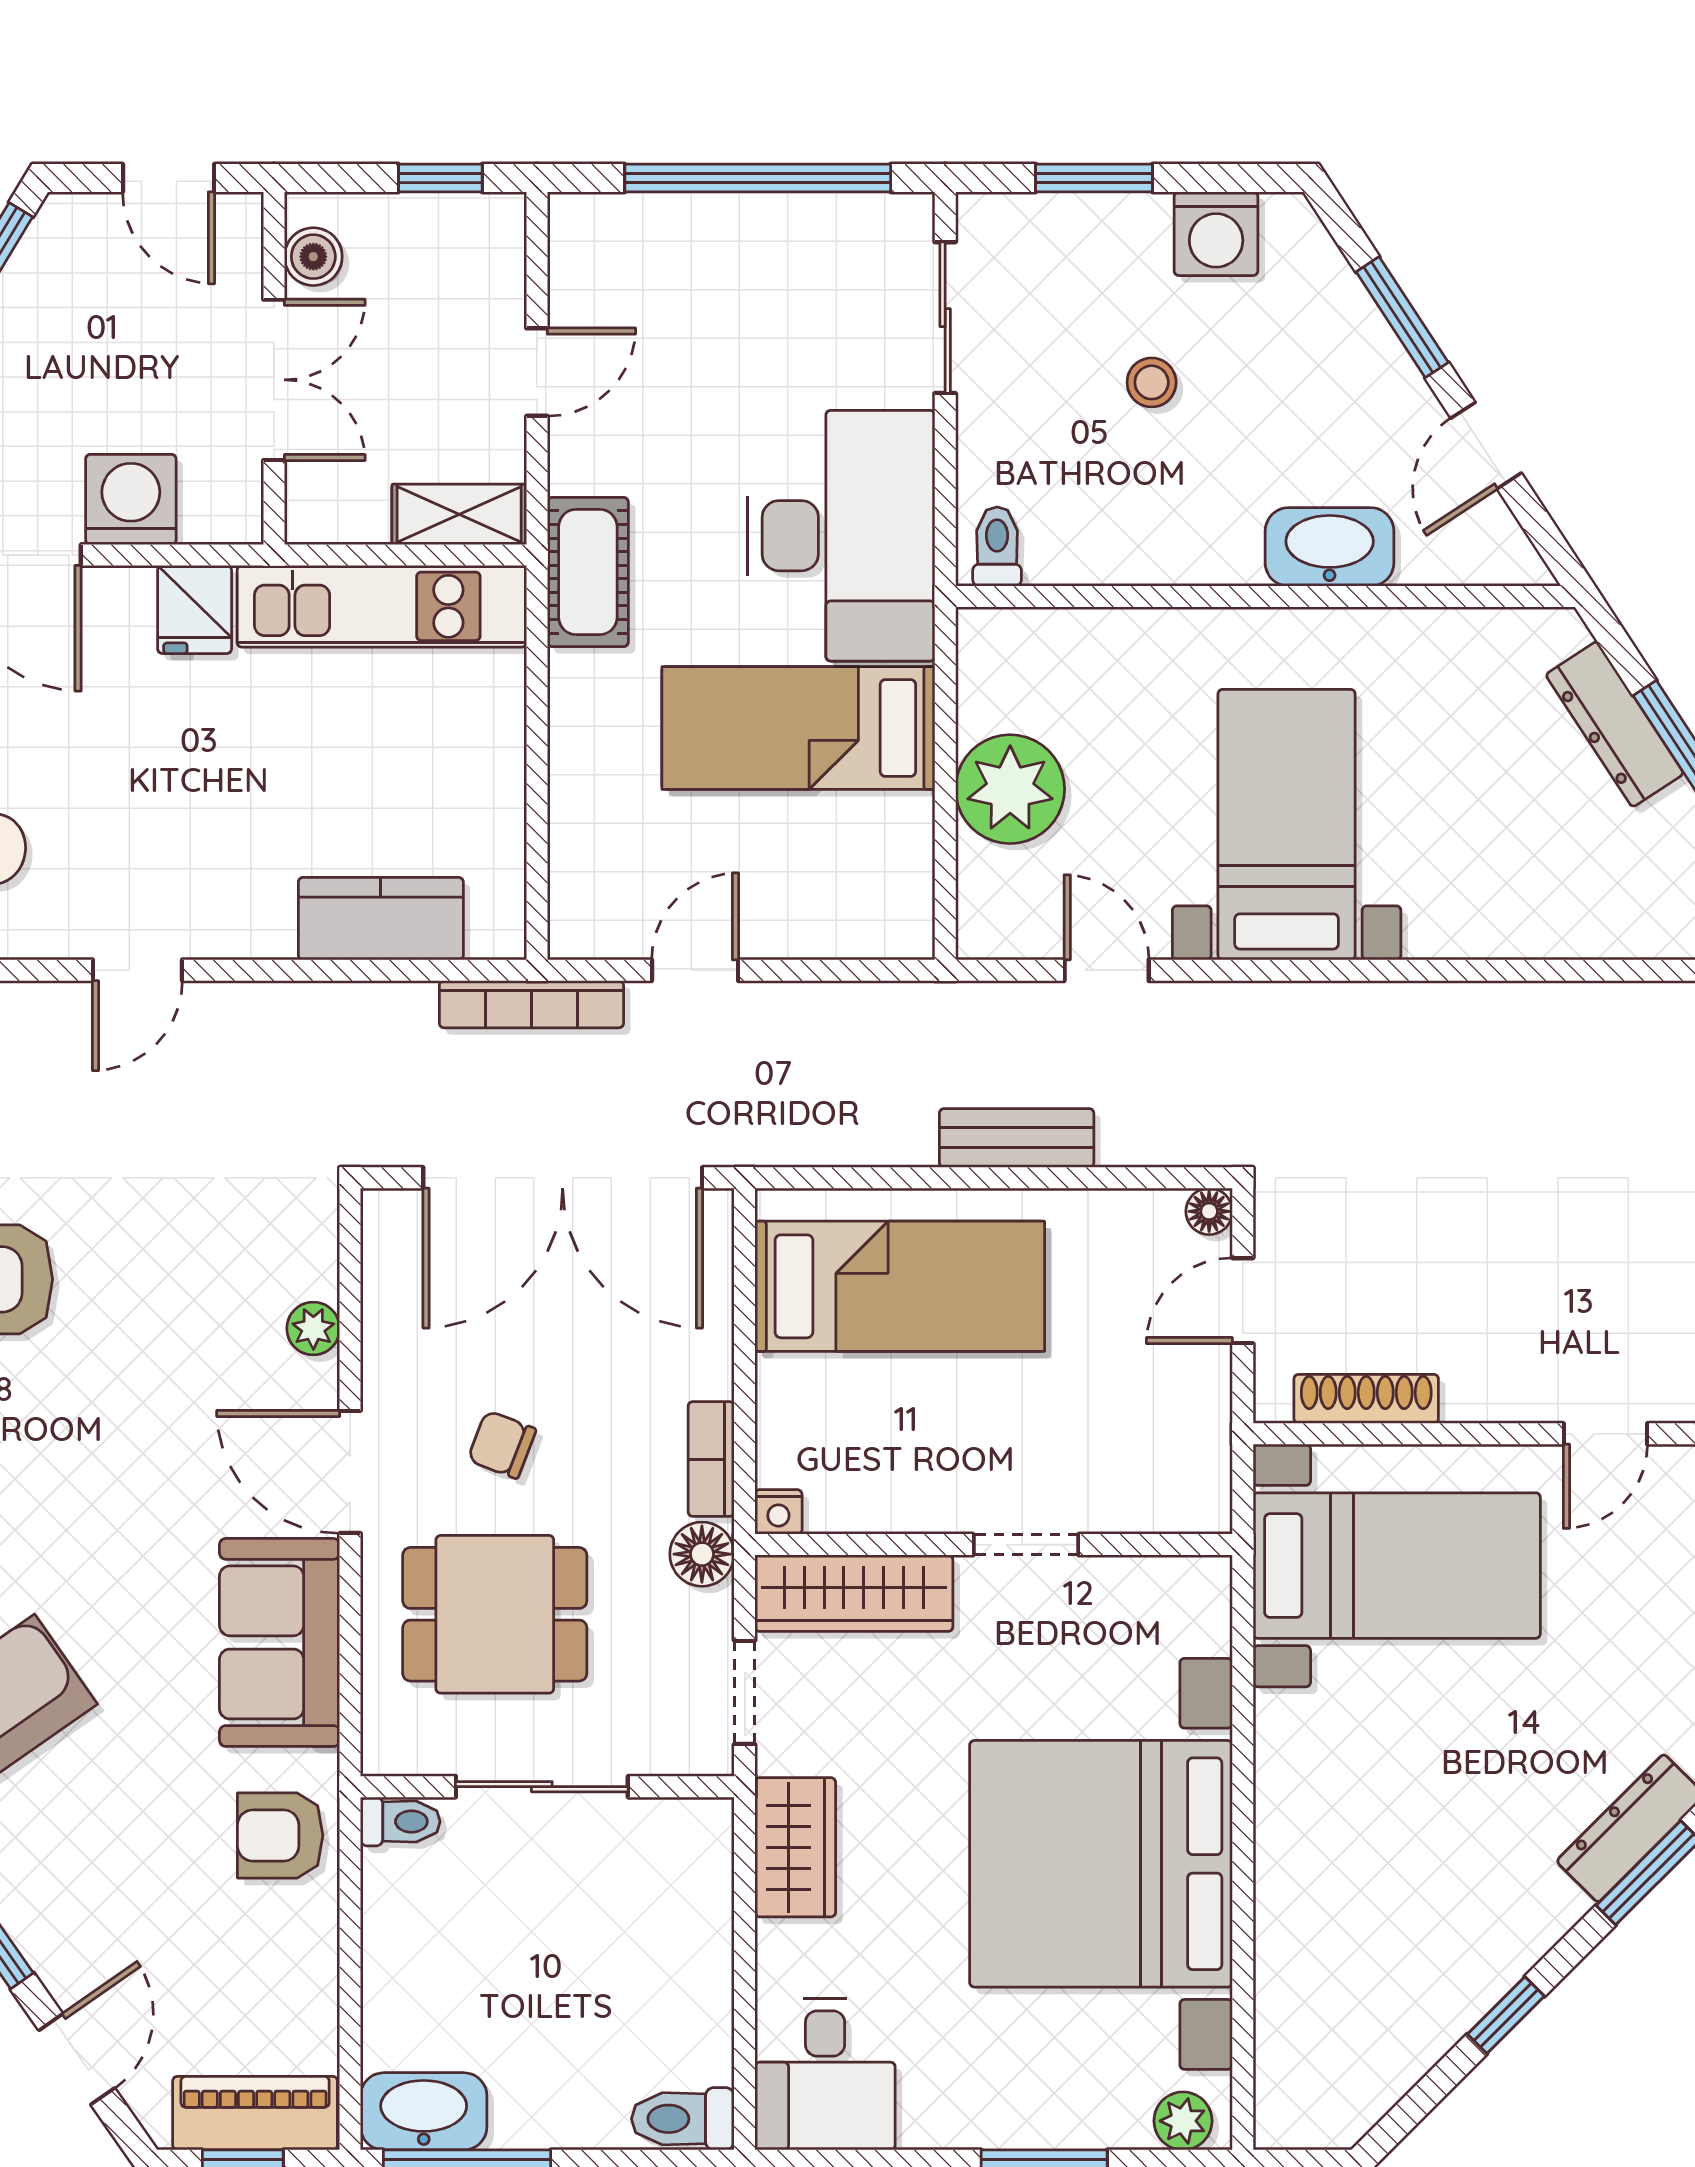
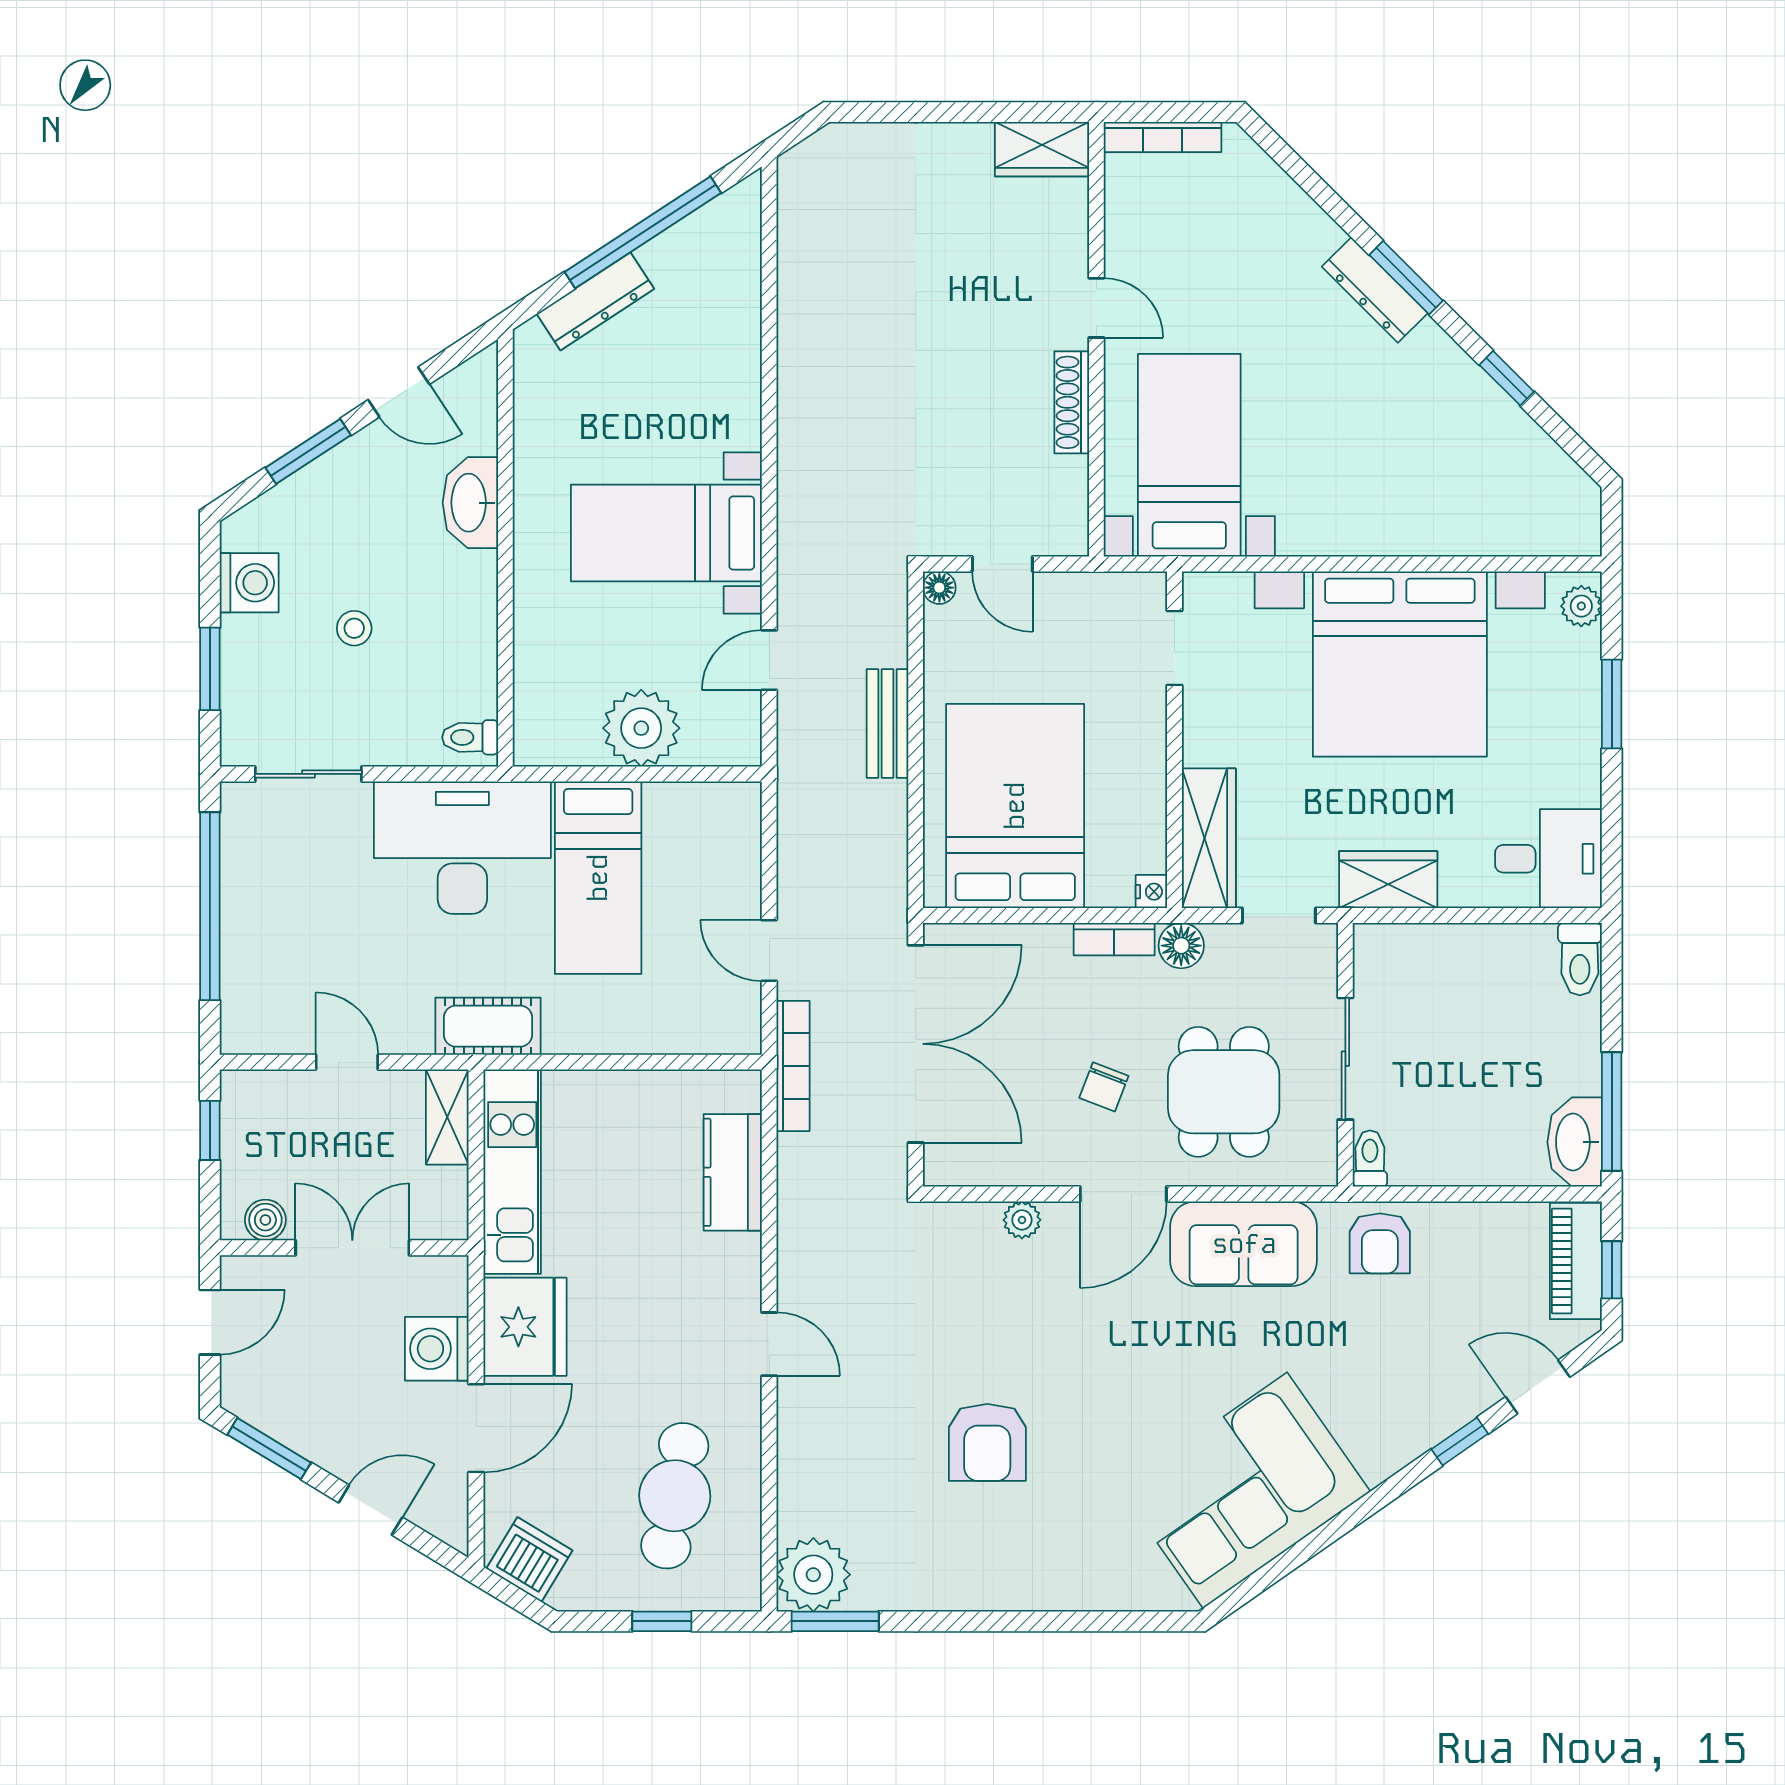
fridge: (195, 609) -> (525, 1327), width x1.88, depth x1.34
bed: (900, 1286) -> (1015, 806), width x1.50
shoe rack: (1366, 1399) -> (1072, 402), moved
doorway: (1026, 1545) -> (1174, 648), moved

